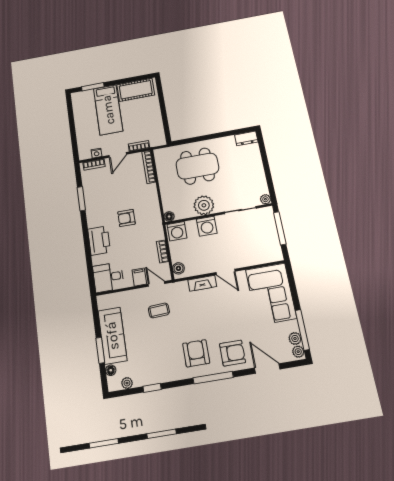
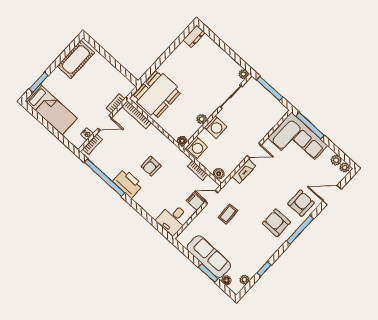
bed: (108, 110) -> (51, 110), moved
door: (118, 155) -> (105, 123), hinge flipped
dining table: (197, 166) -> (157, 94), moved
window: (81, 199) -> (105, 178), width x2.11
plant: (204, 205) -> (202, 119), width x0.53, depth x0.53
printer: (99, 241) -> (128, 183), moved
window: (302, 330) -> (310, 126), moved

